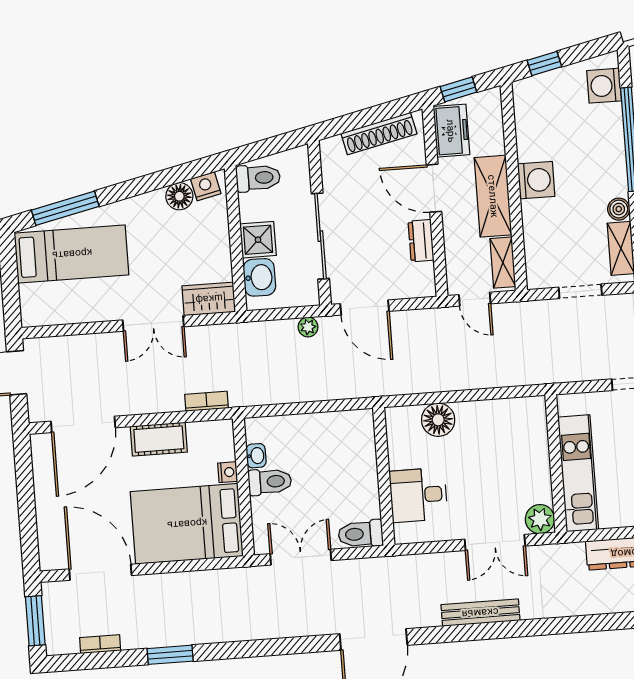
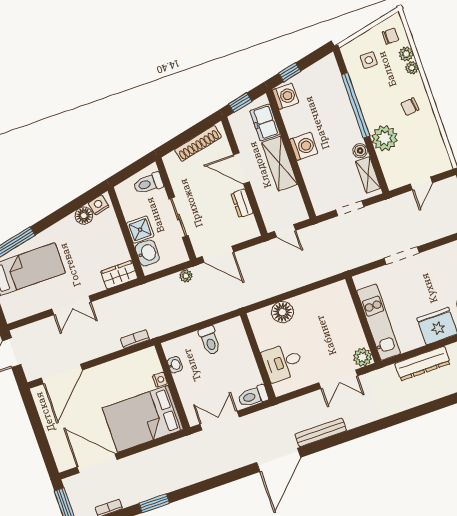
washing machine: (604, 86) -> (286, 96), moved, turned 180
freezer: (451, 131) -> (265, 123), moved, turned 180
toilet: (258, 178) -> (148, 183), moved, turned 180
sliding door: (320, 236) -> (179, 217), width x0.73
shelving: (503, 263) -> (297, 203), removed
double door: (153, 323) -> (71, 305), moved
cot: (159, 439) -> (111, 371), removed
toilet: (270, 482) -> (210, 341), moved, turned 90
bench: (480, 613) -> (321, 432), moved

